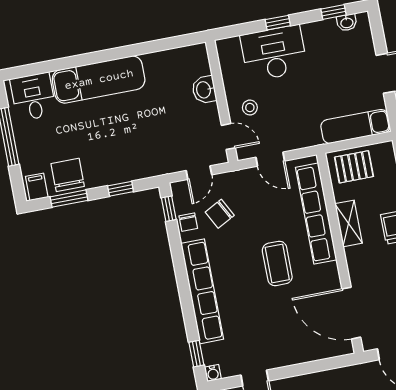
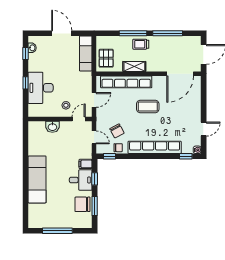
desk: (33, 97) -> (81, 180), moved, turned 180
filing cabinet: (37, 187) -> (86, 164), moved

